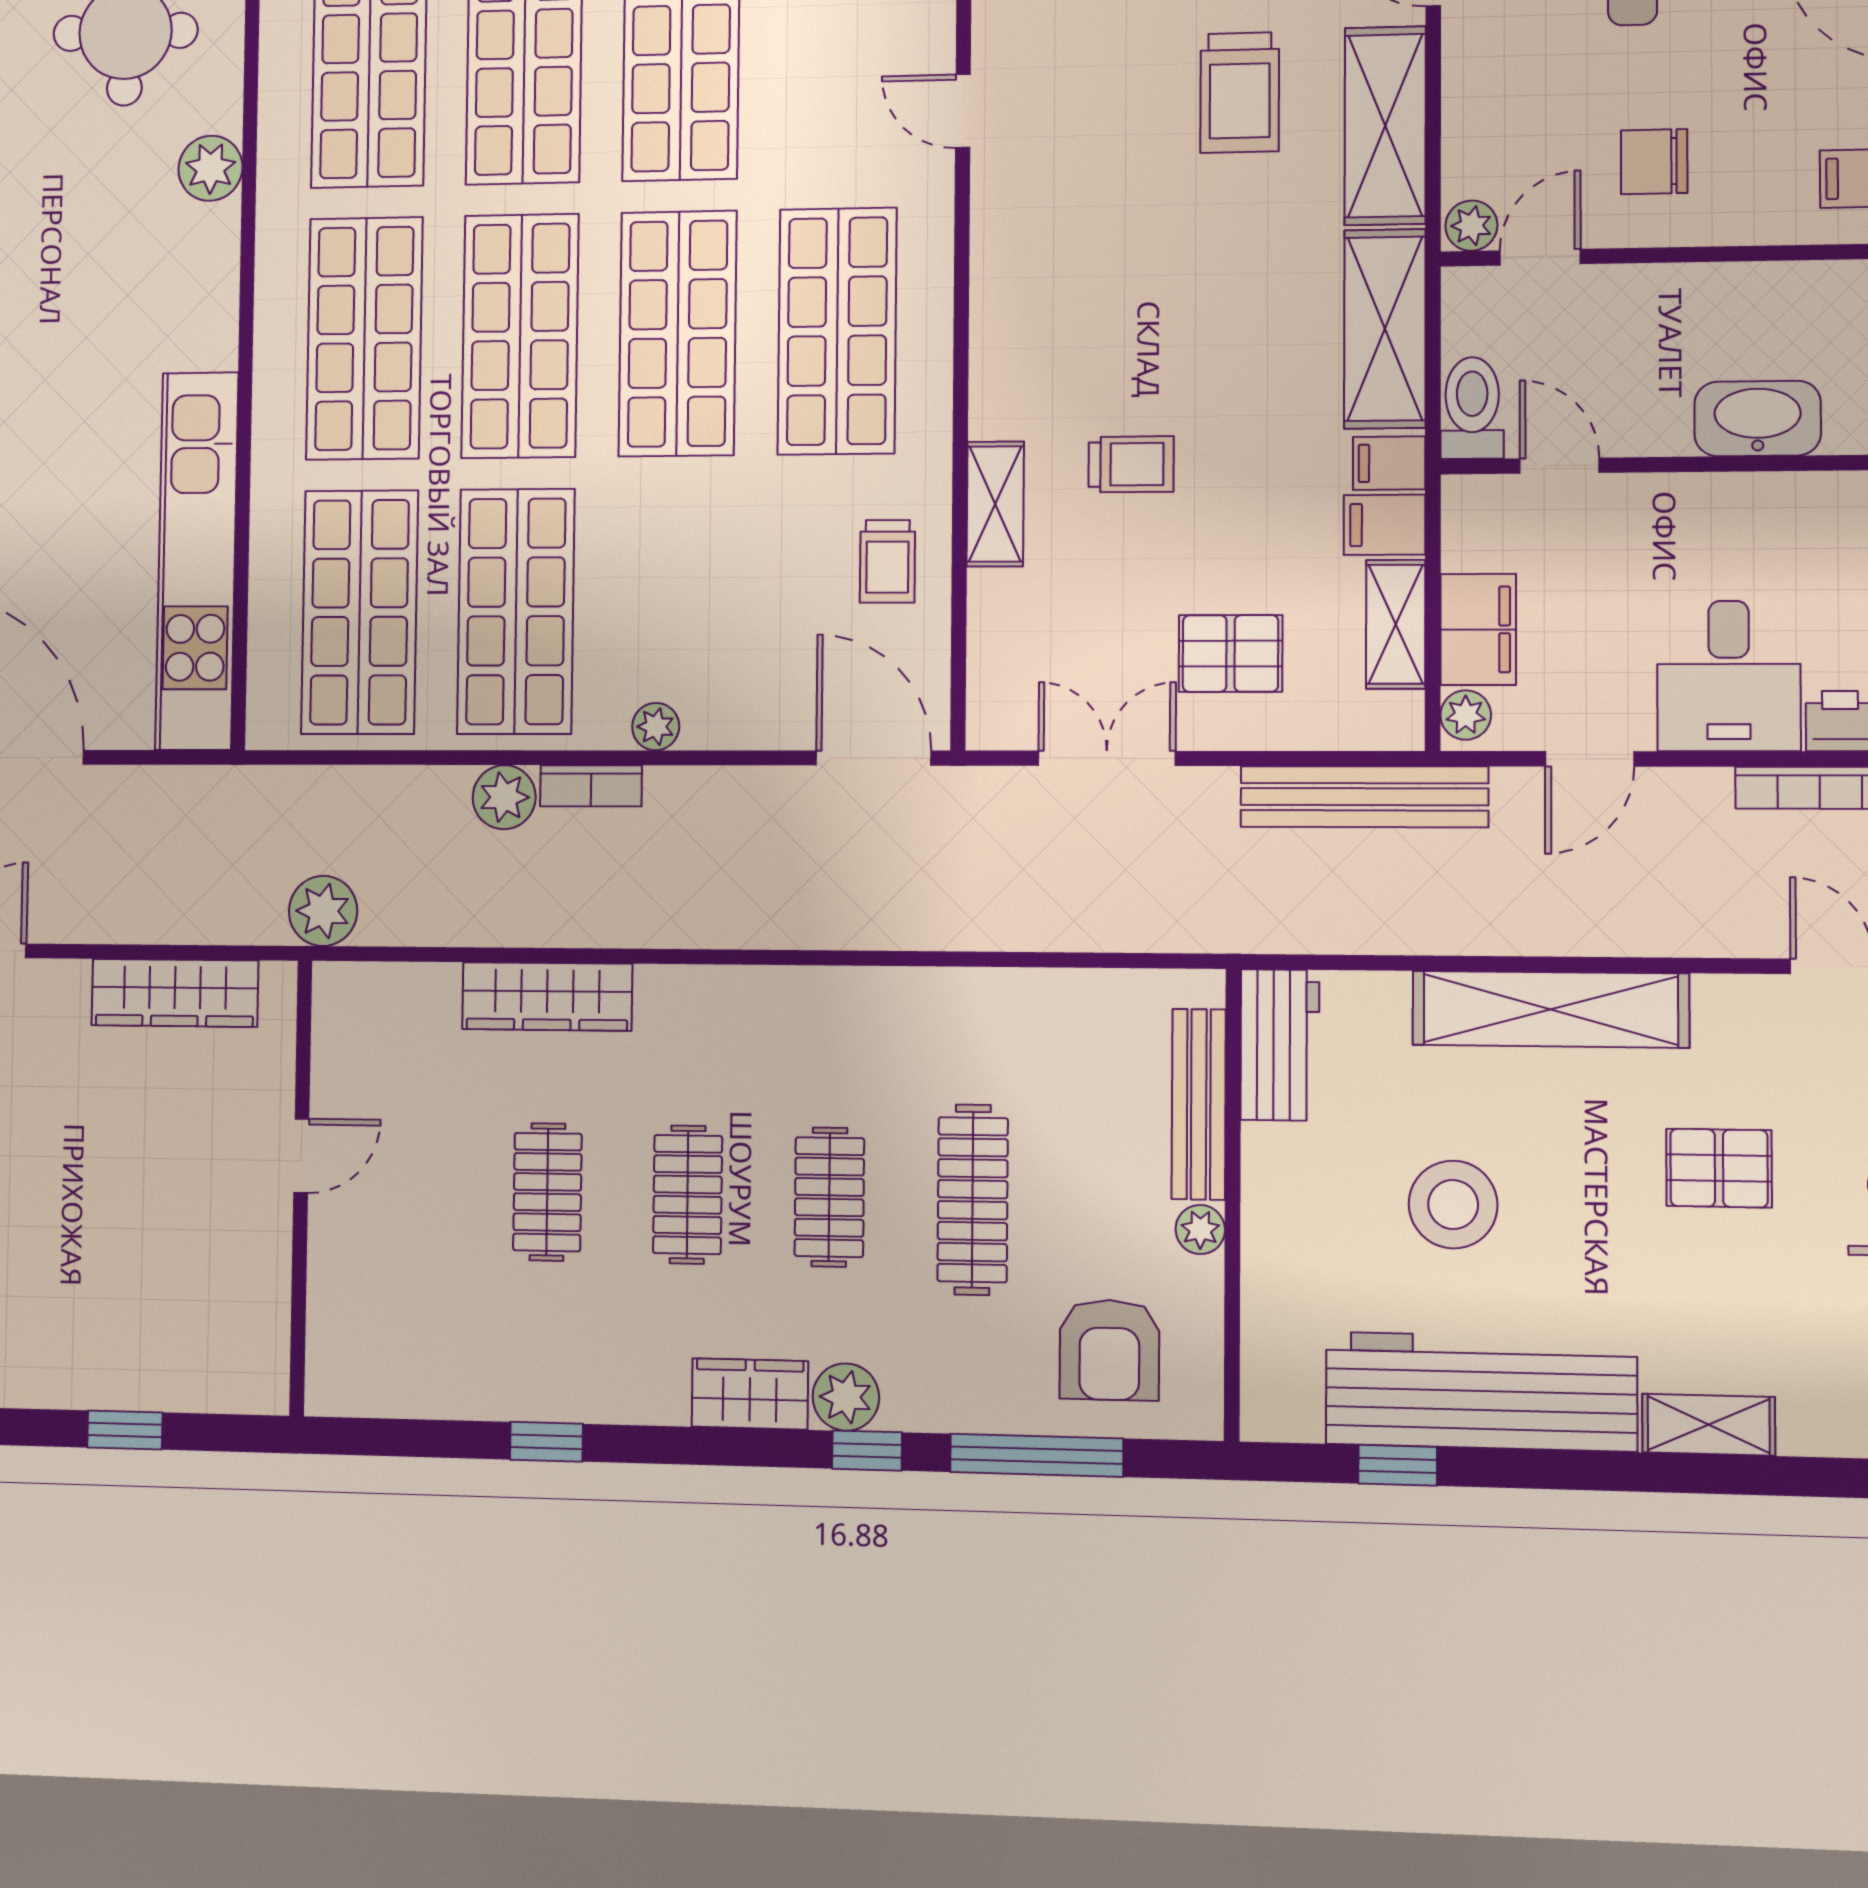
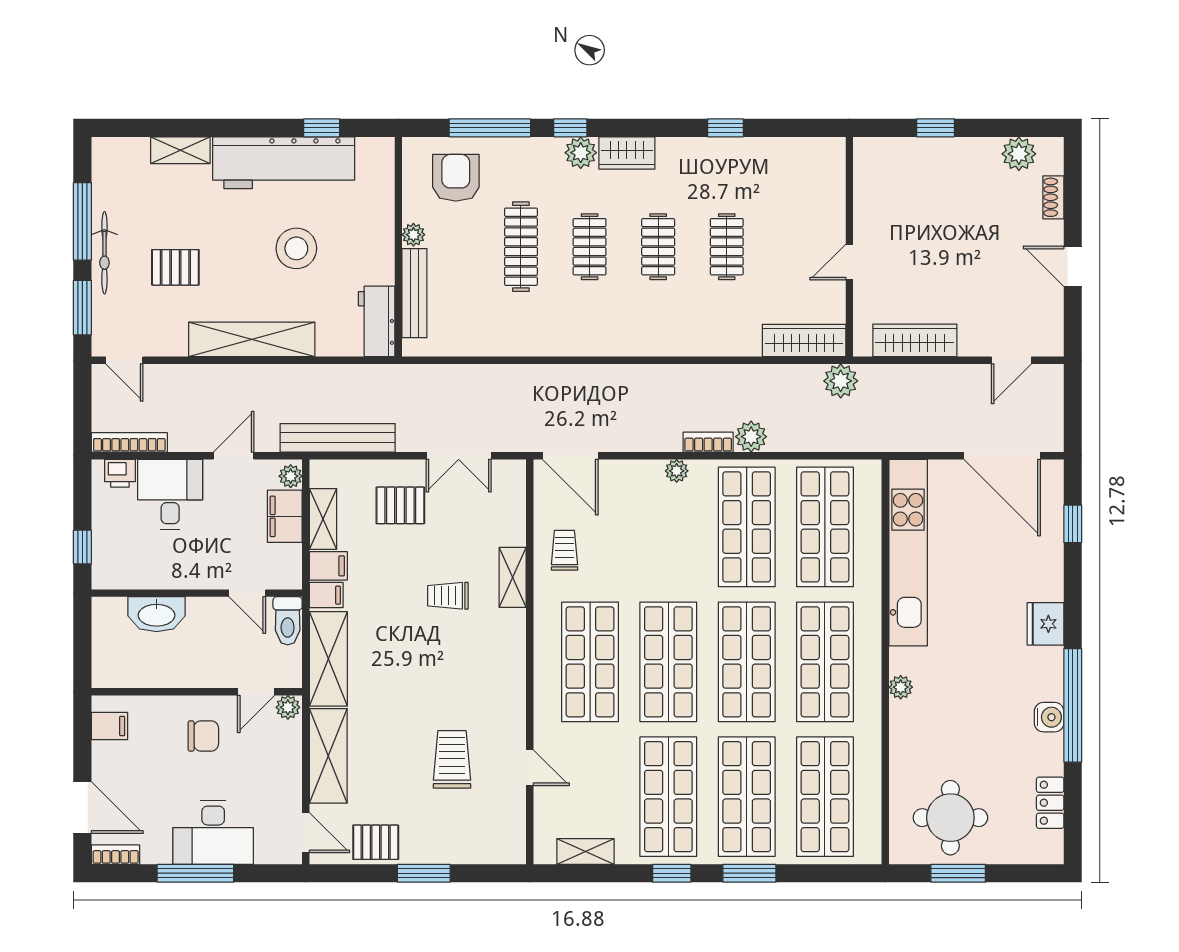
trolley: (1240, 93) -> (452, 759), moved
plant: (210, 168) -> (901, 687), moved, width x0.73, depth x0.73
wardrobe: (547, 996) -> (804, 340), moved

